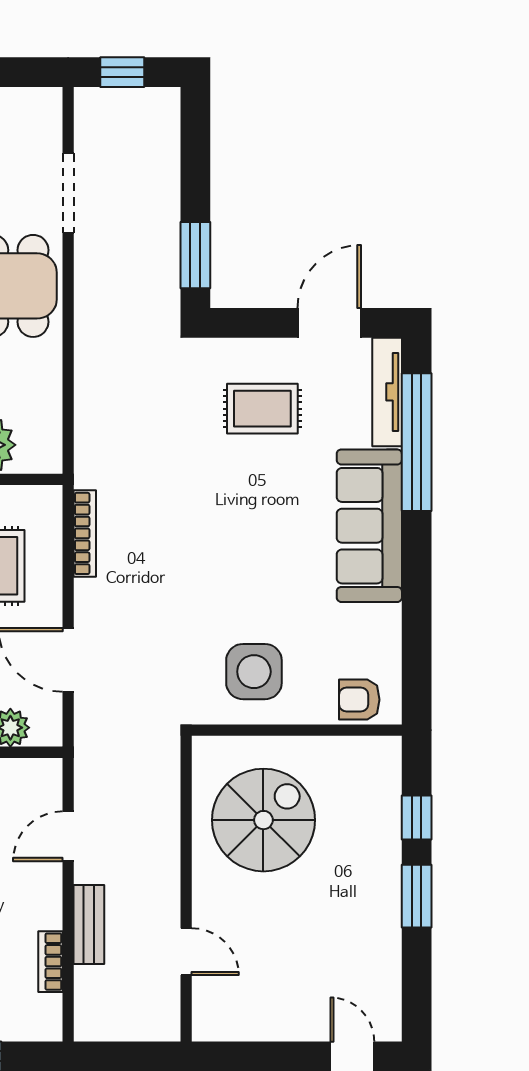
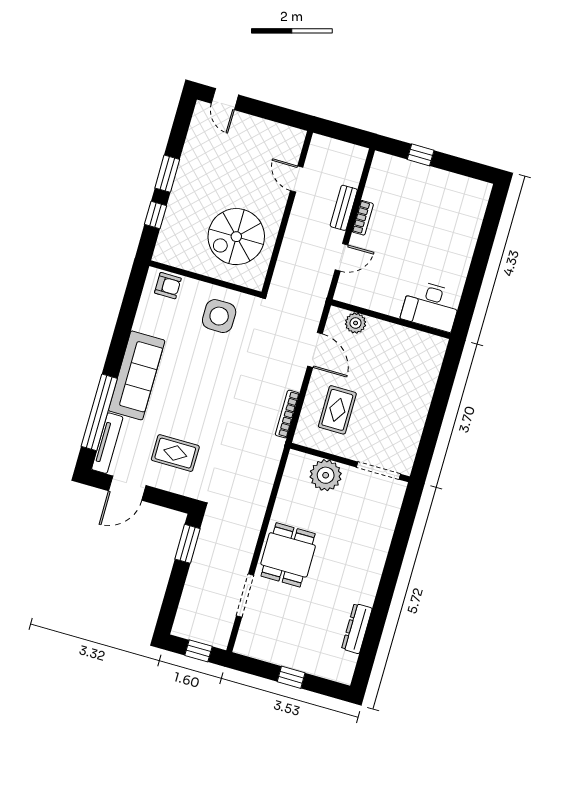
bookcase: (50, 962) -> (363, 218), moved

